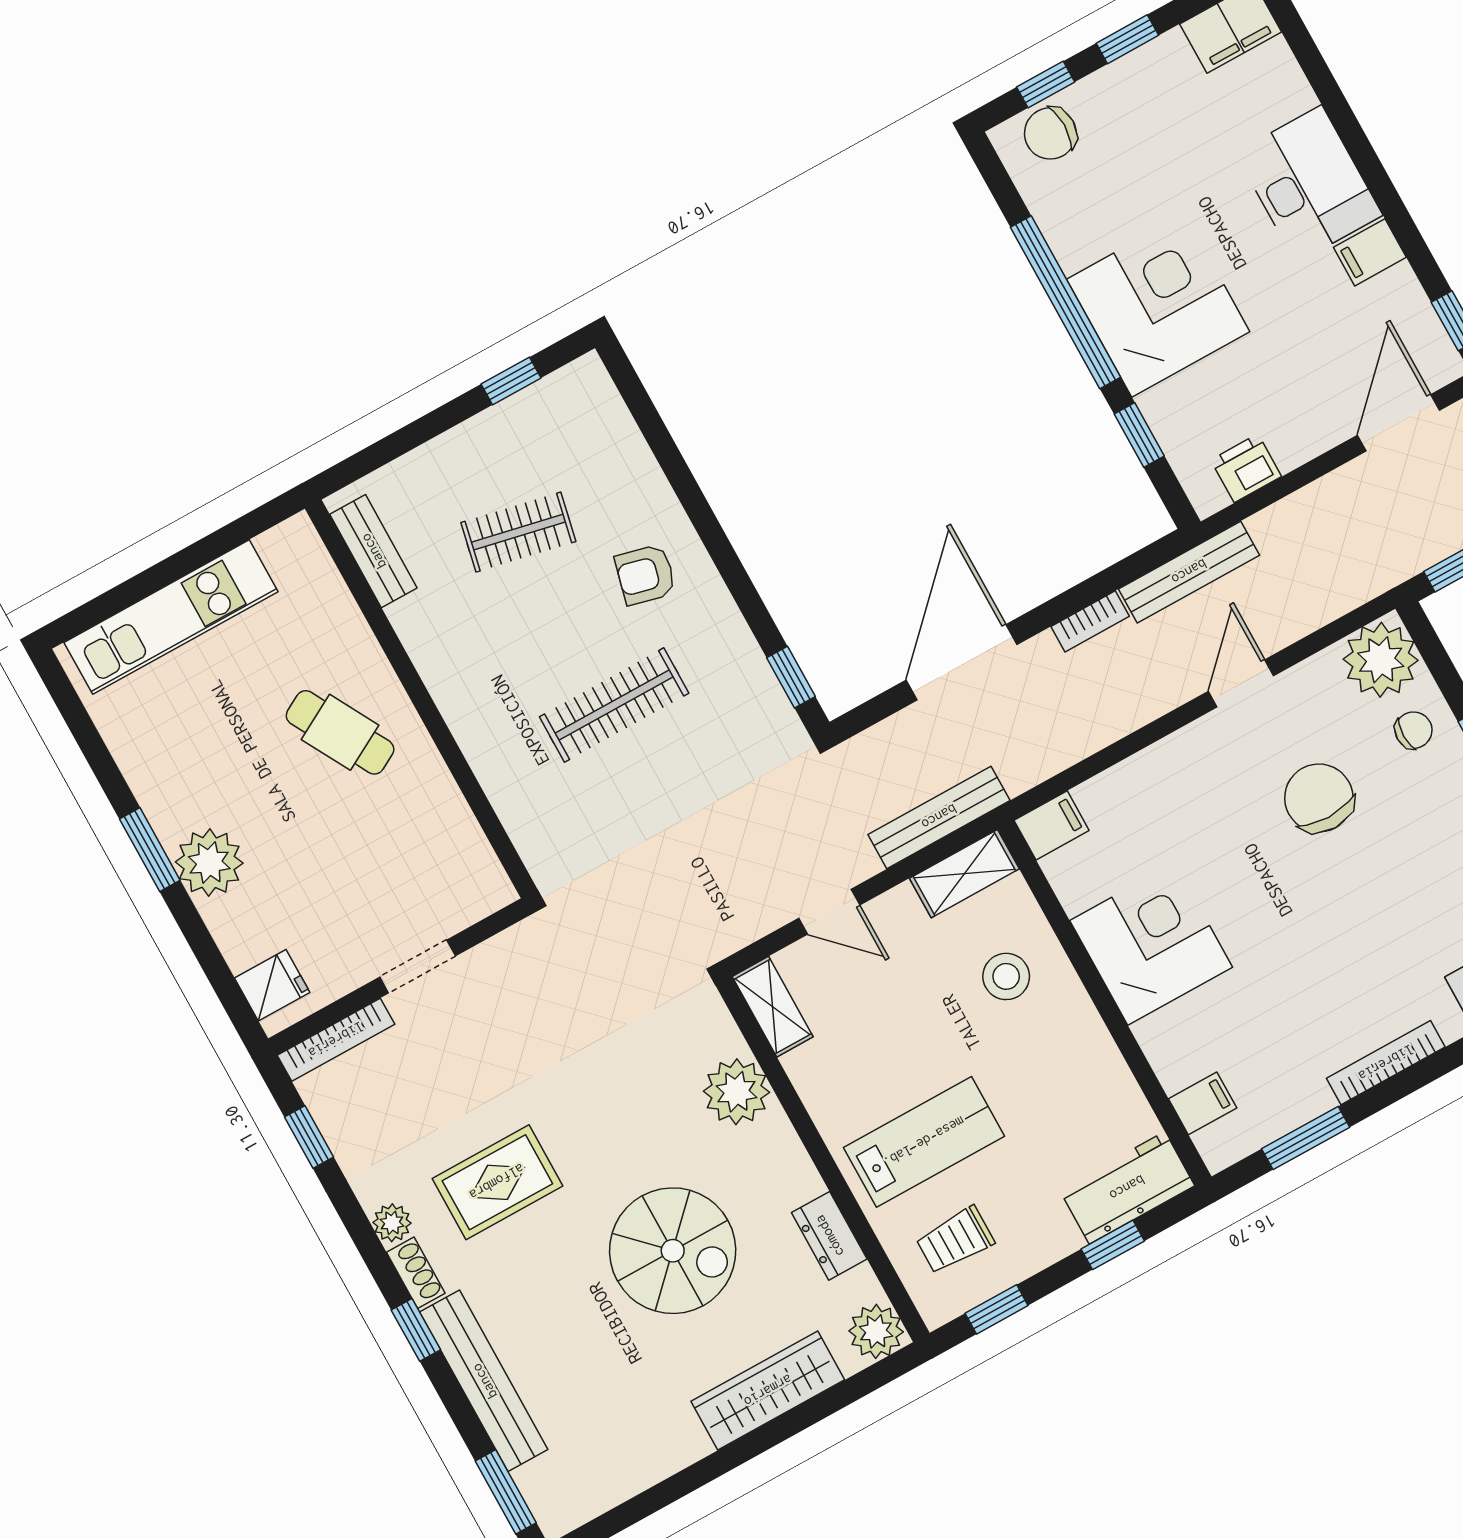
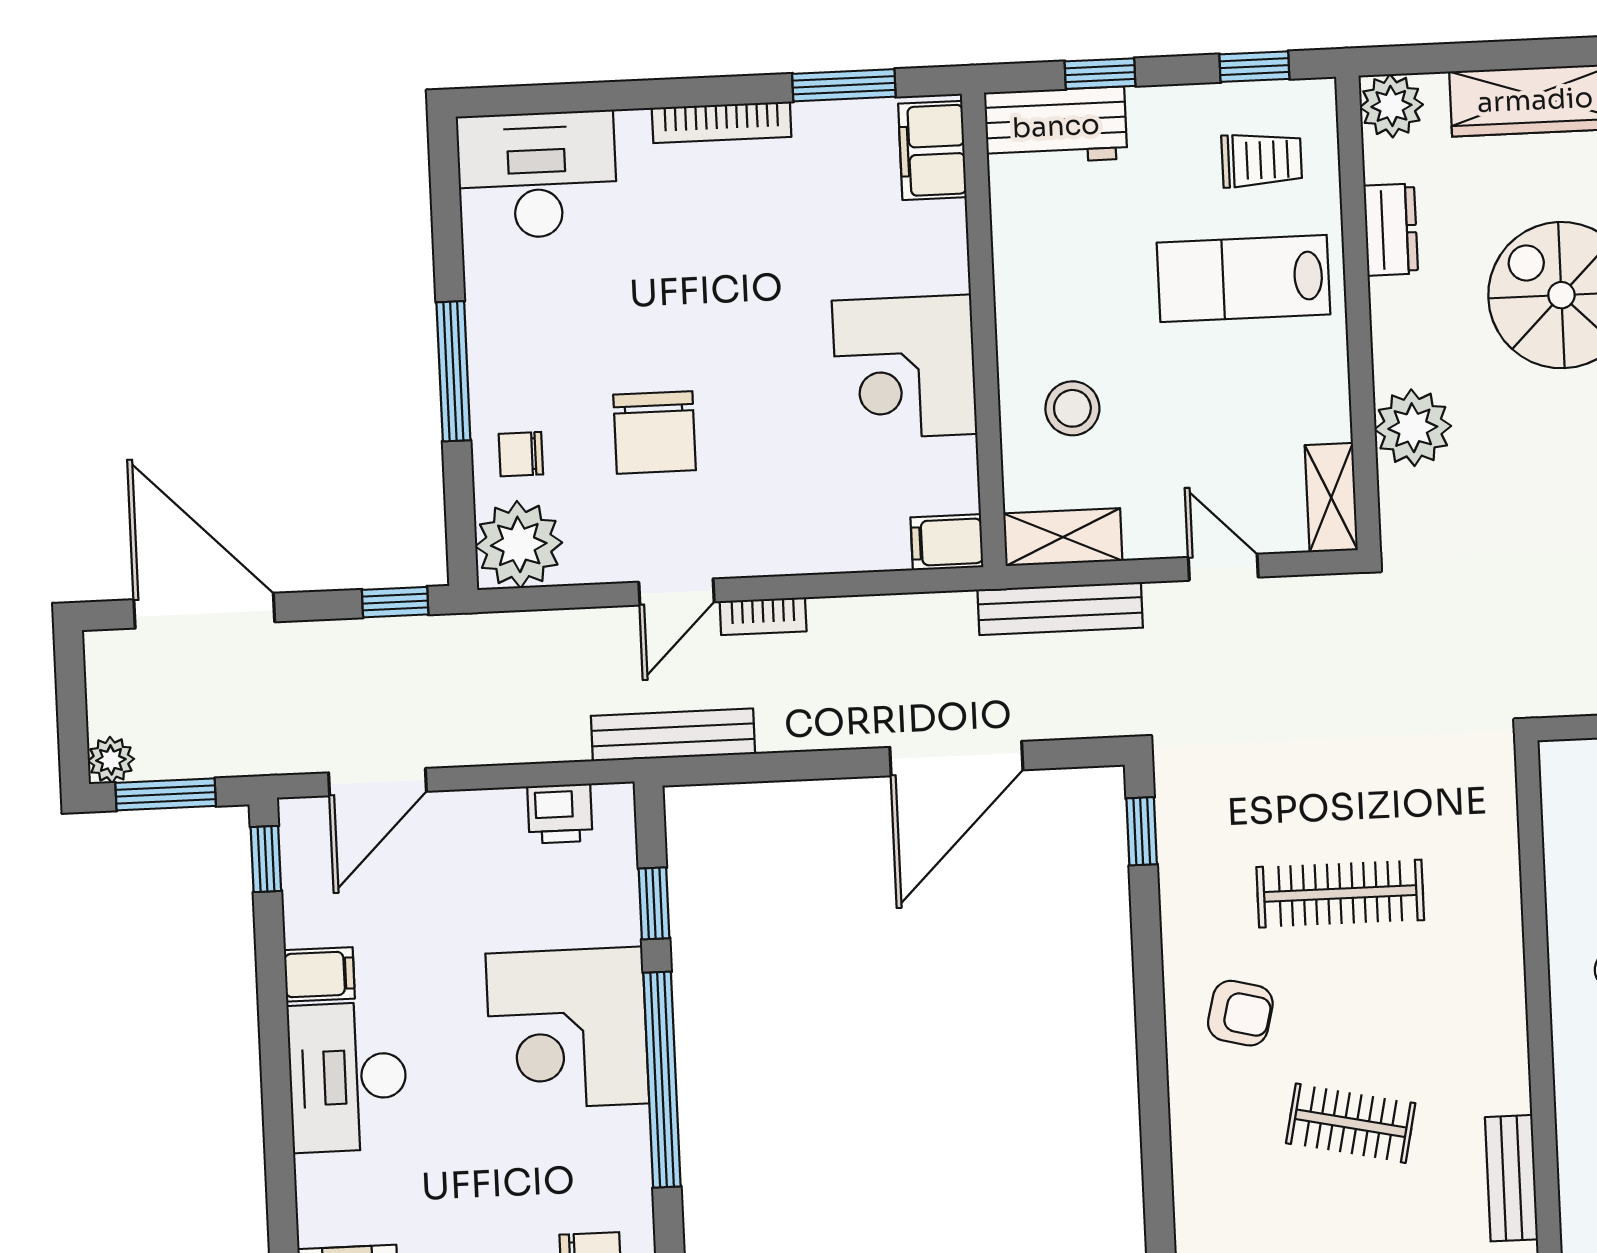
bookcase: (1090, 621) -> (763, 616), moved, turned 180
filing cabinet: (1203, 1103) -> (932, 150), width x2.00

